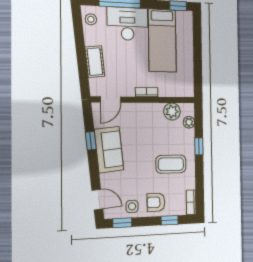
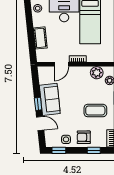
door: (111, 100) -> (61, 64), moved
window: (91, 141) -> (38, 104), moved
door: (97, 200) -> (40, 124), moved

